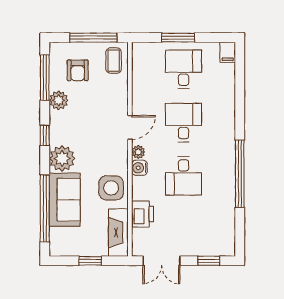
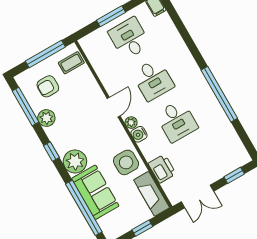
coffee table: (114, 61) -> (71, 63), turned 90
armchair: (78, 70) -> (48, 86), turned 90
desk: (184, 123) -> (153, 80), turned 180

